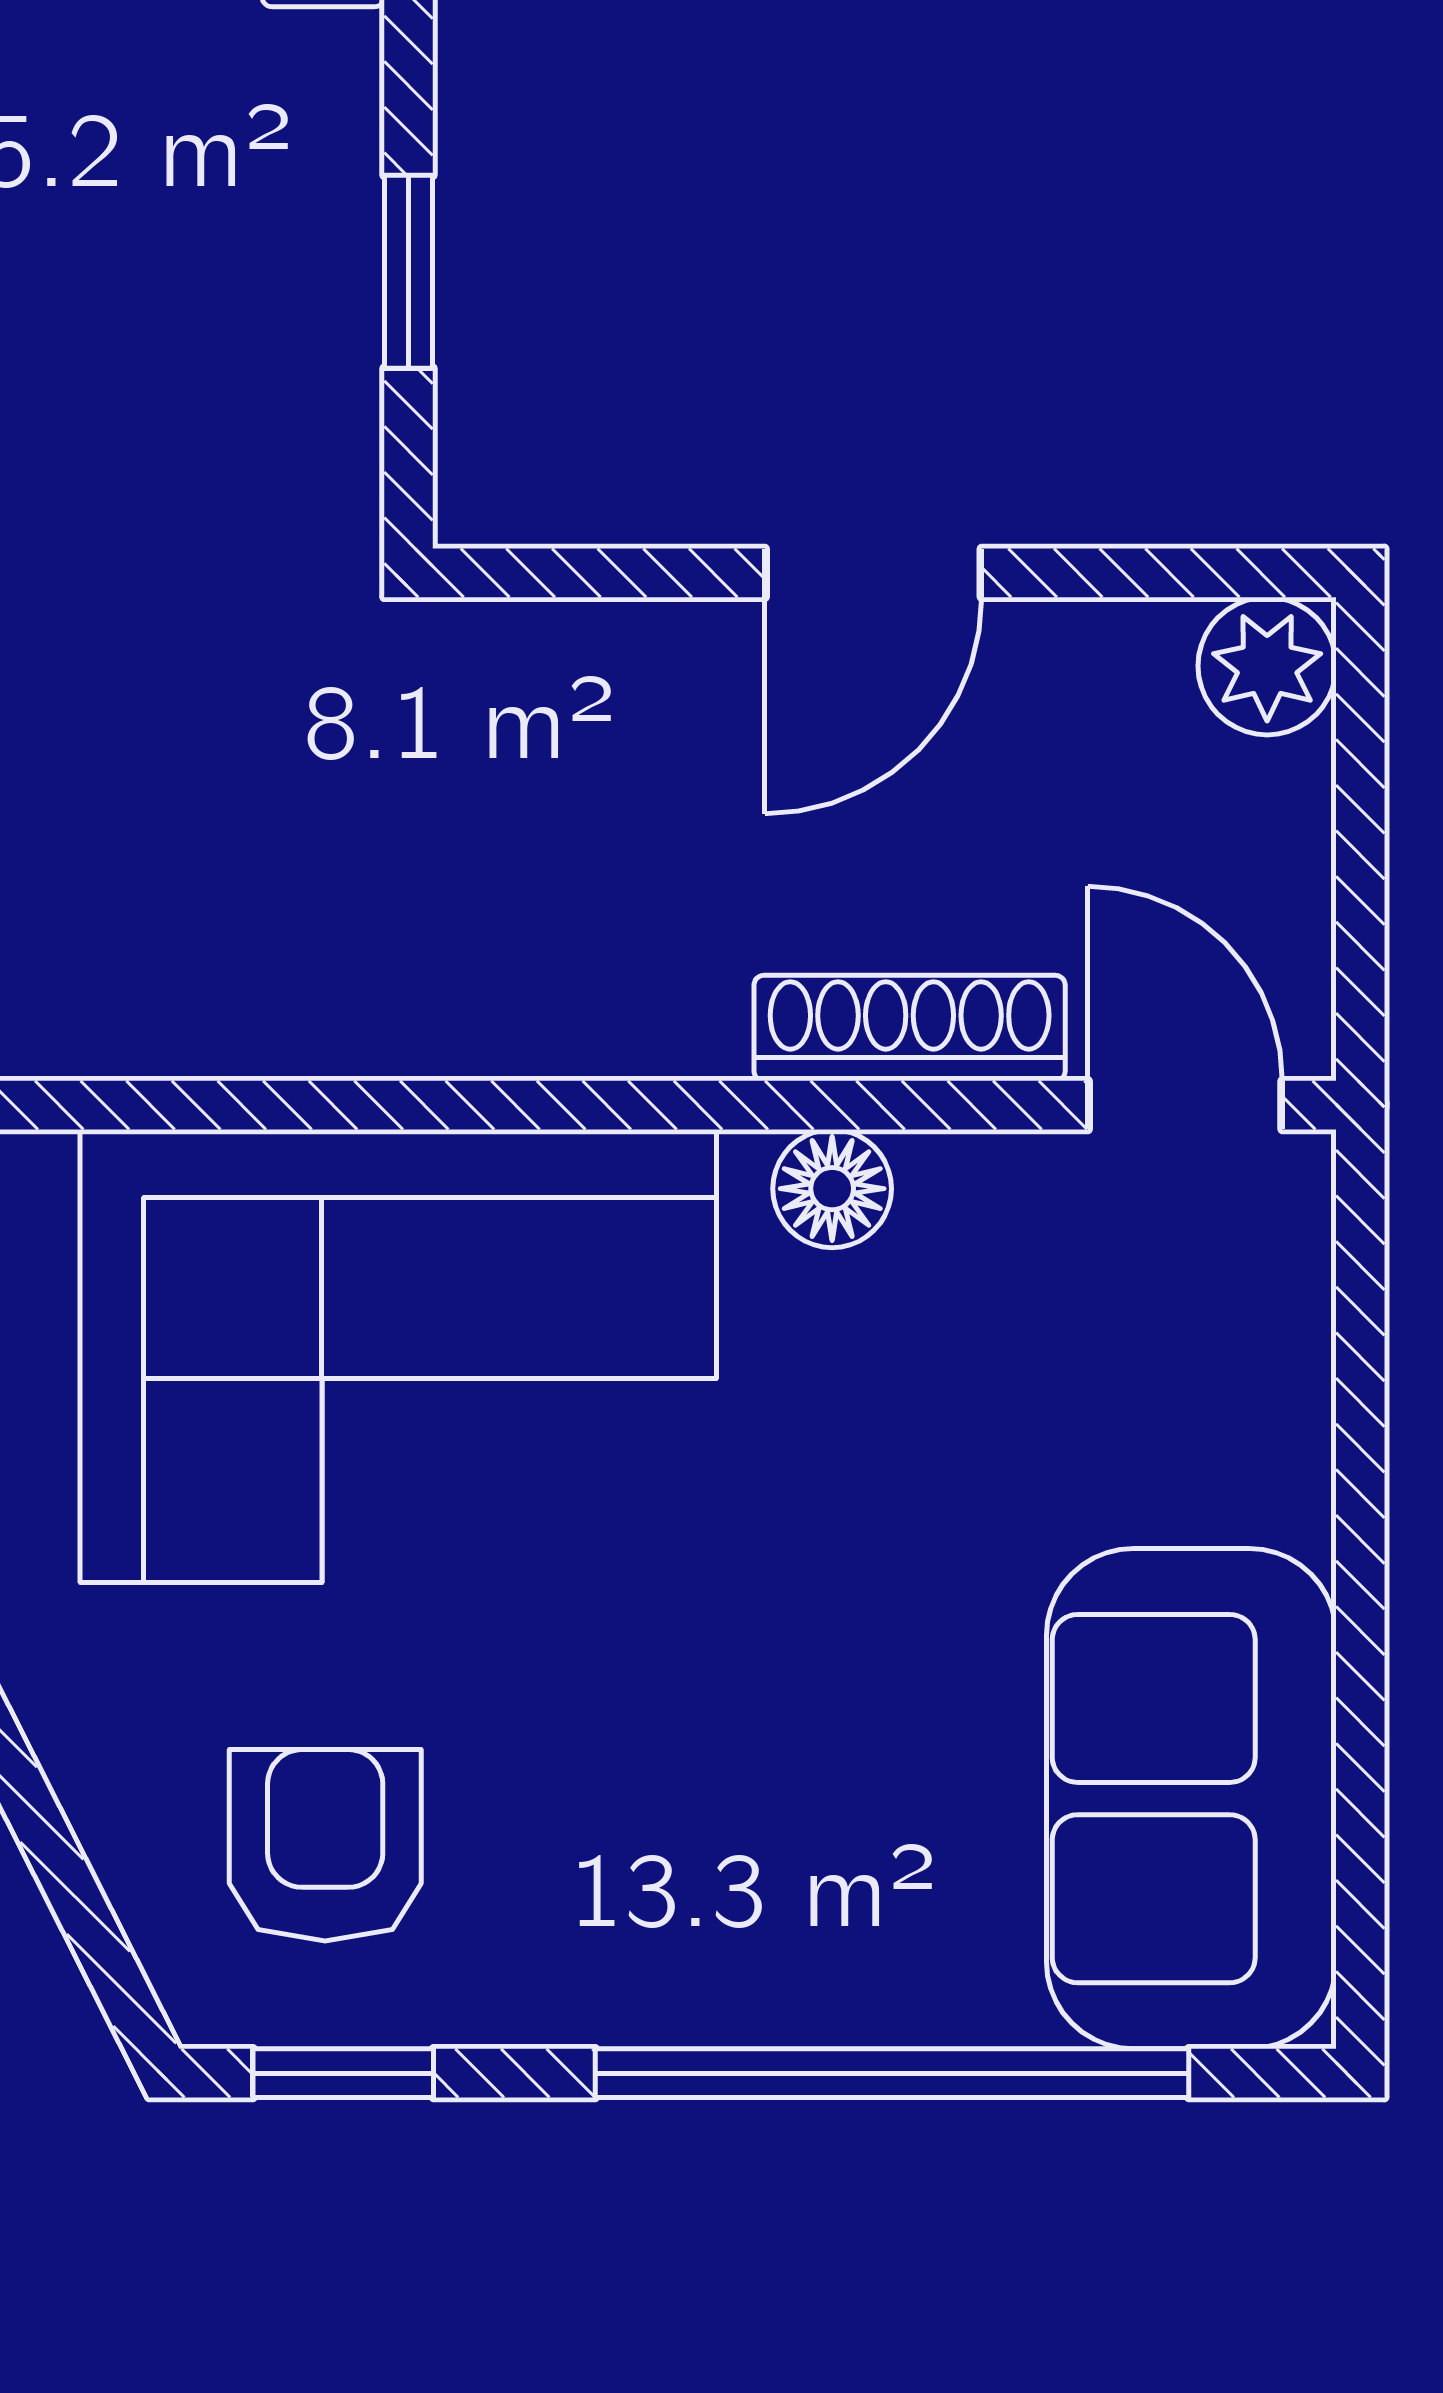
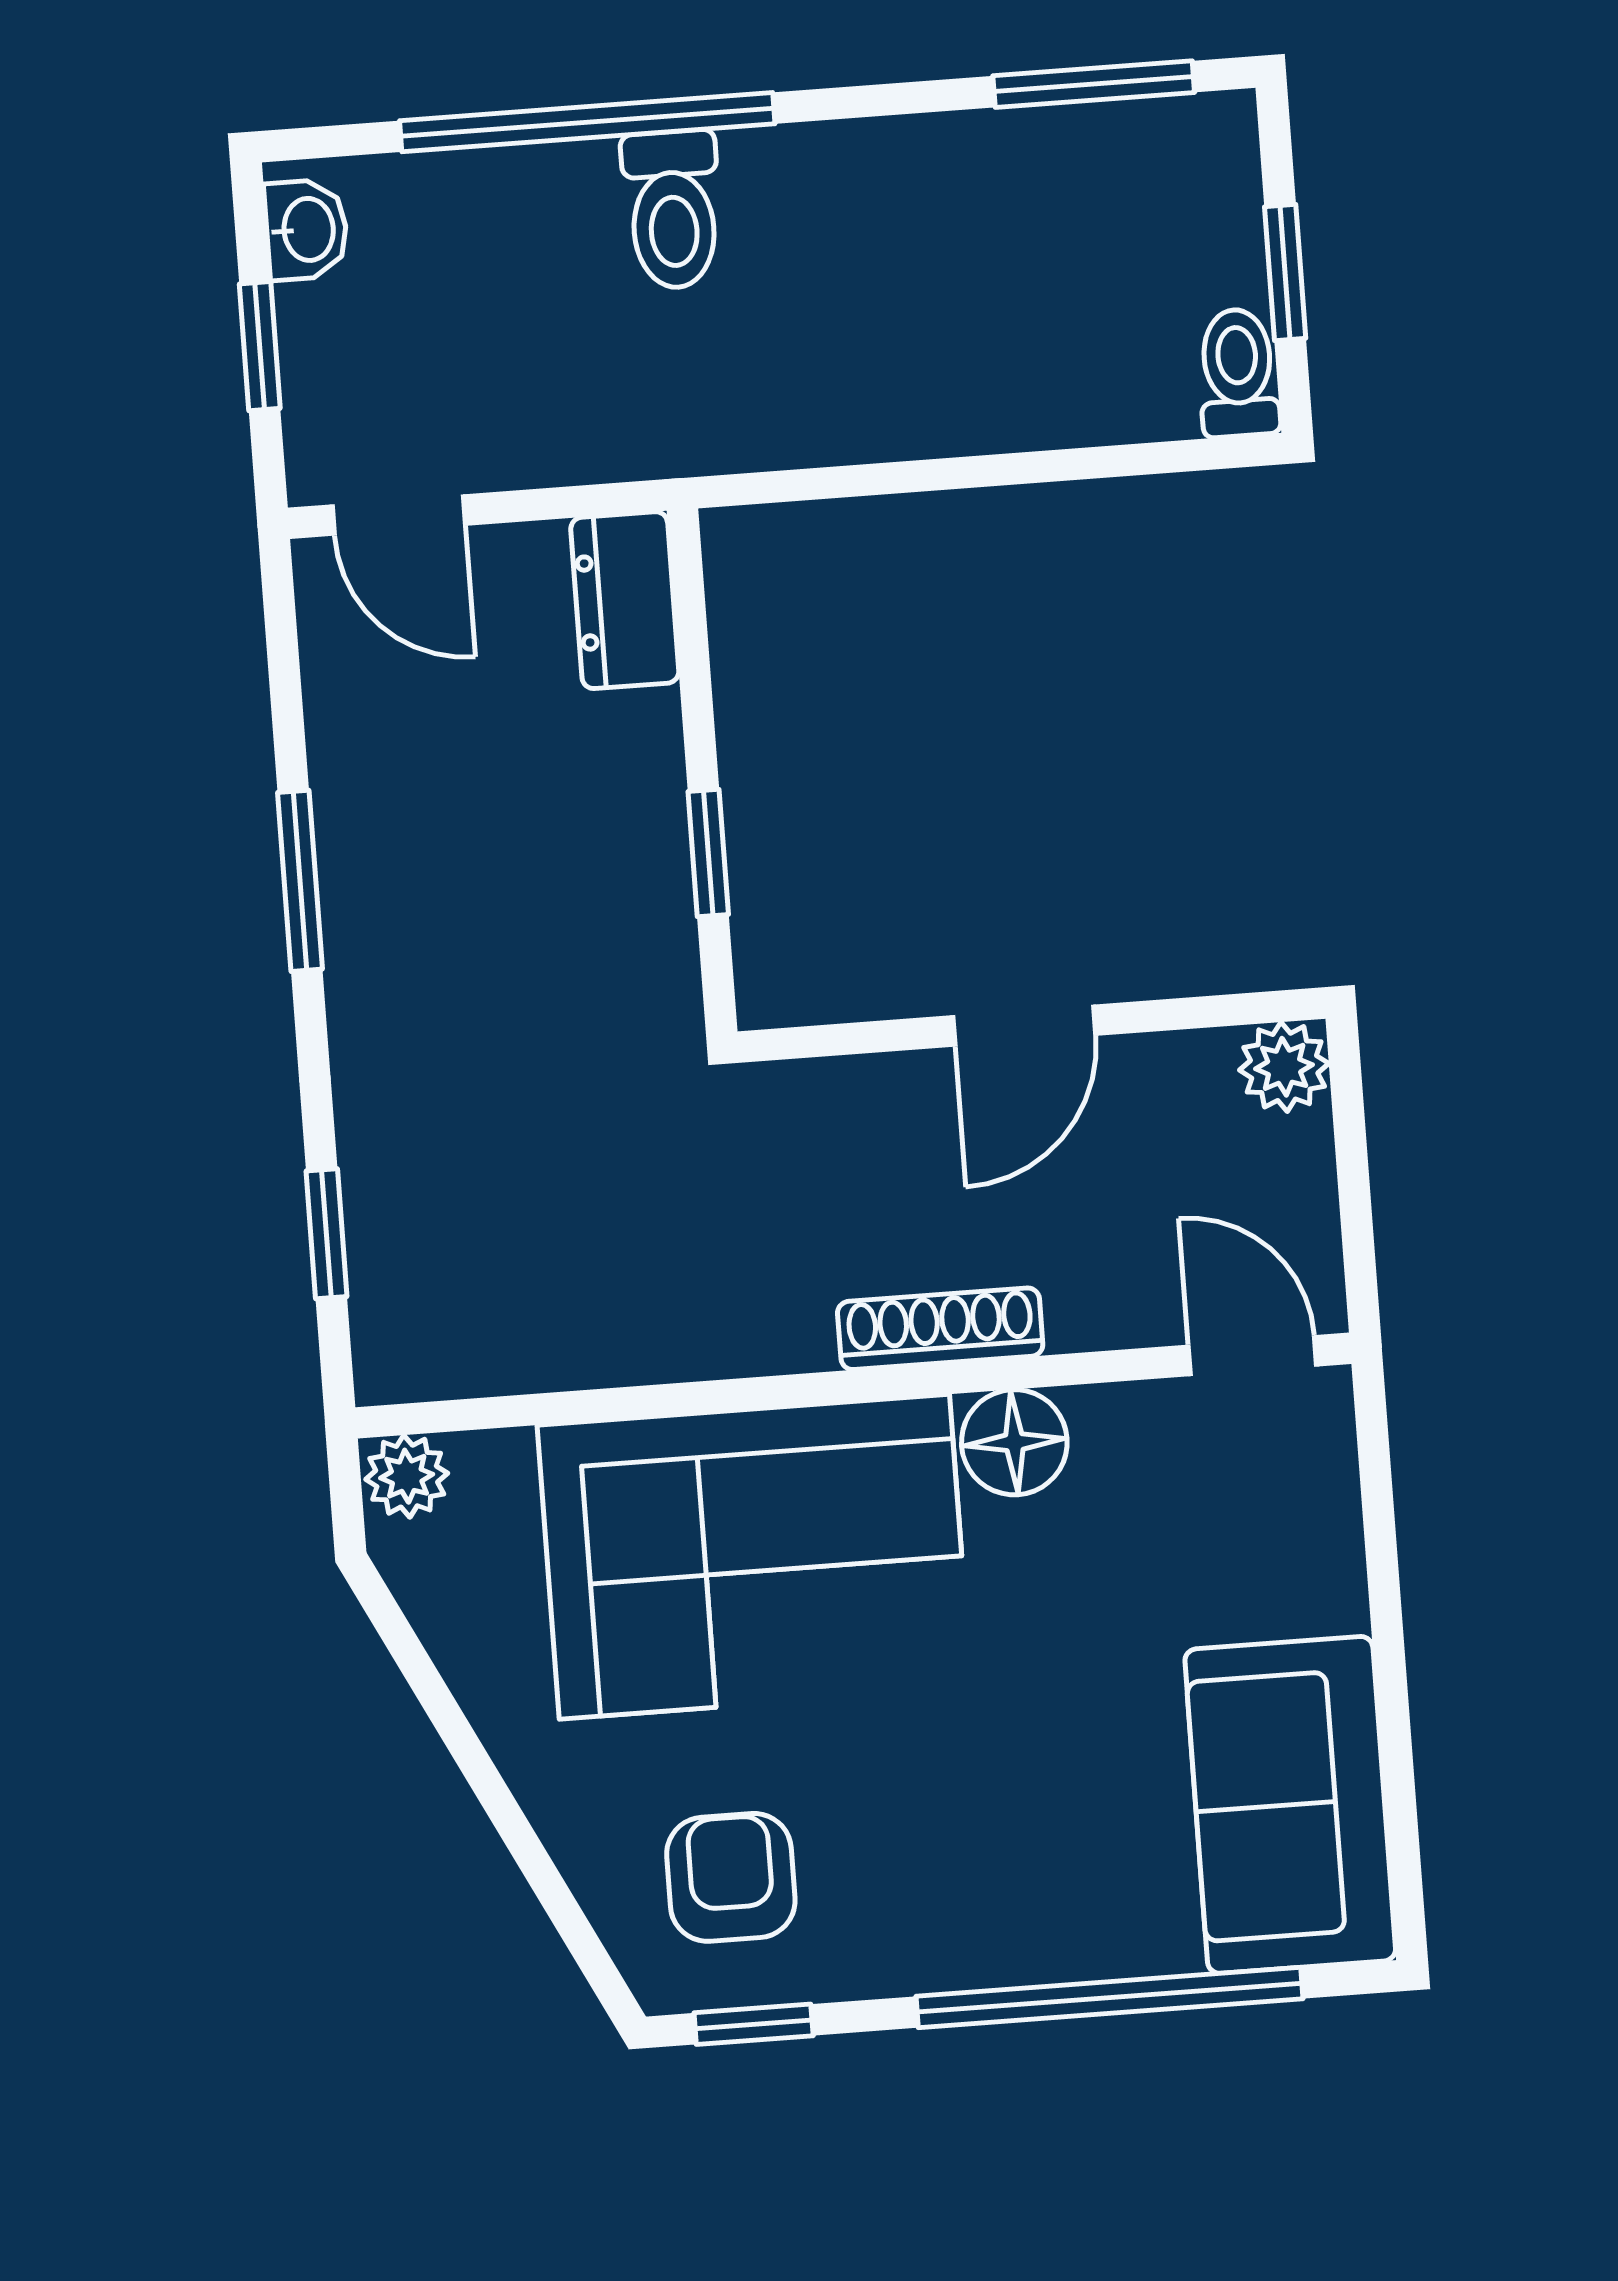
shoe rack: (910, 1028) -> (940, 1329), moved
floor lamp: (832, 1189) -> (1014, 1442), width x1.37, depth x1.37

